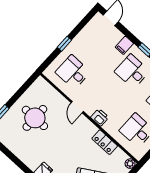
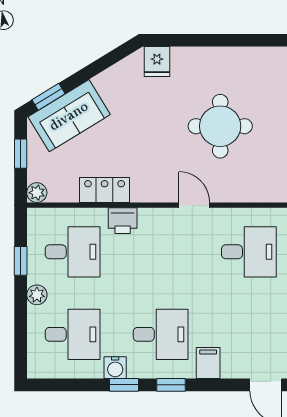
printer: (100, 117) -> (123, 221), moved
round table: (35, 118) -> (220, 126), moved

